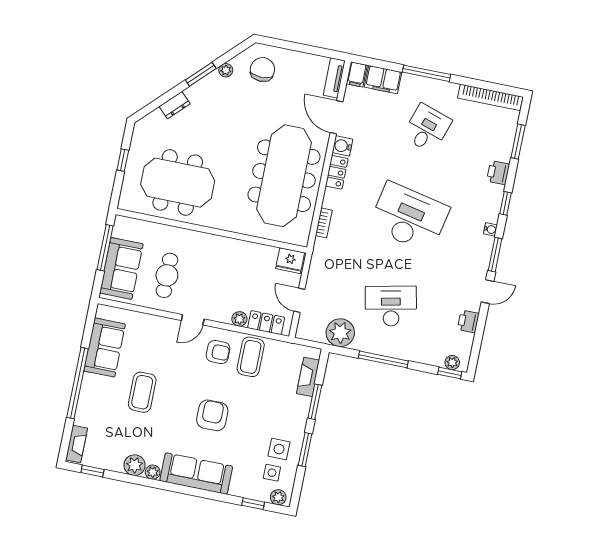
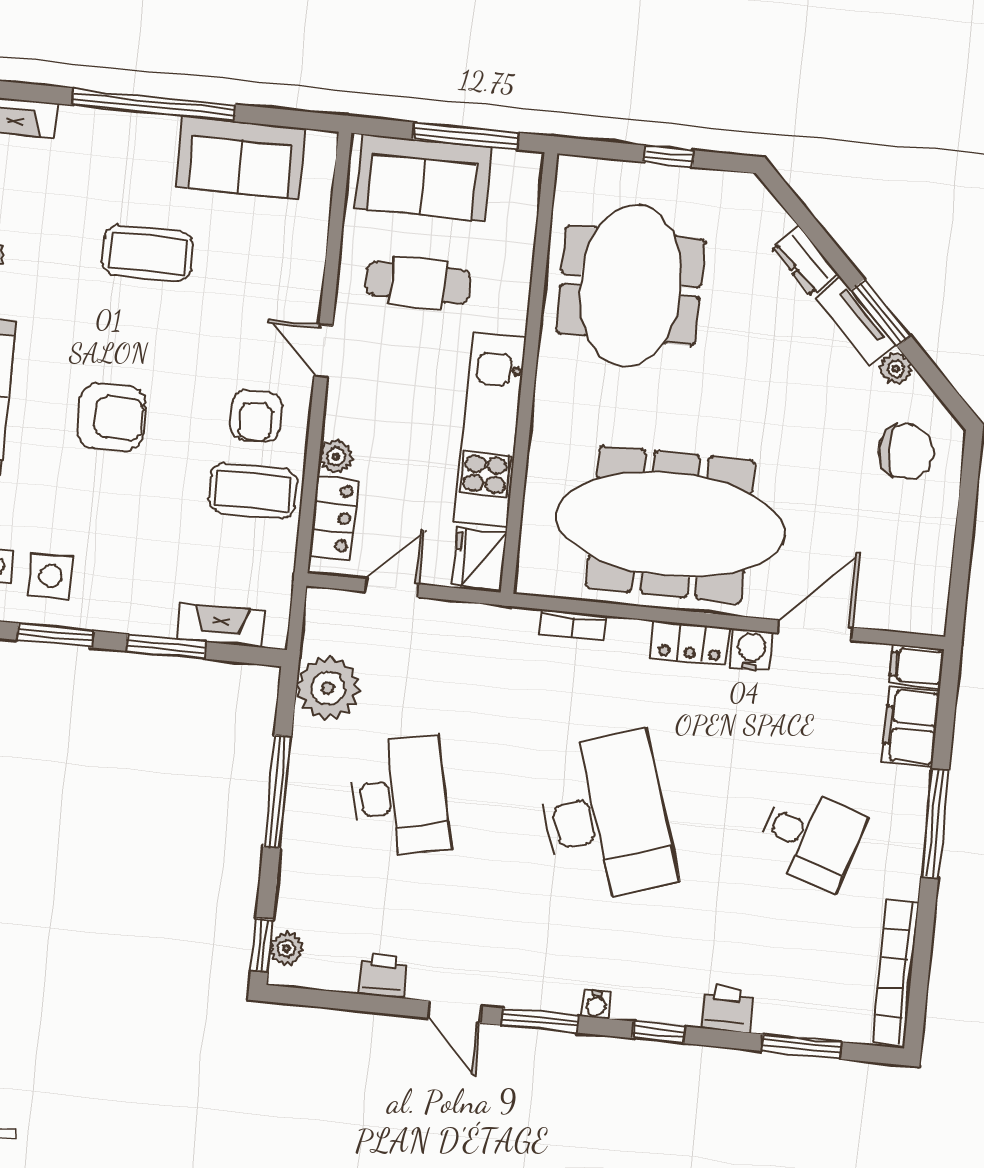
tv unit: (334, 78) -> (855, 321), moved, turned -135
desk: (409, 217) -> (605, 817), turned -30
kitchen unit: (235, 251) -> (490, 430), added

